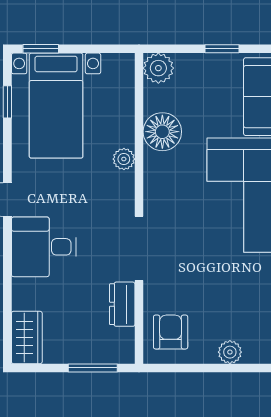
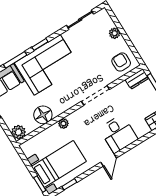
dresser: (122, 304) -> (137, 79), moved
armchair: (171, 332) -> (121, 62), turned 90

